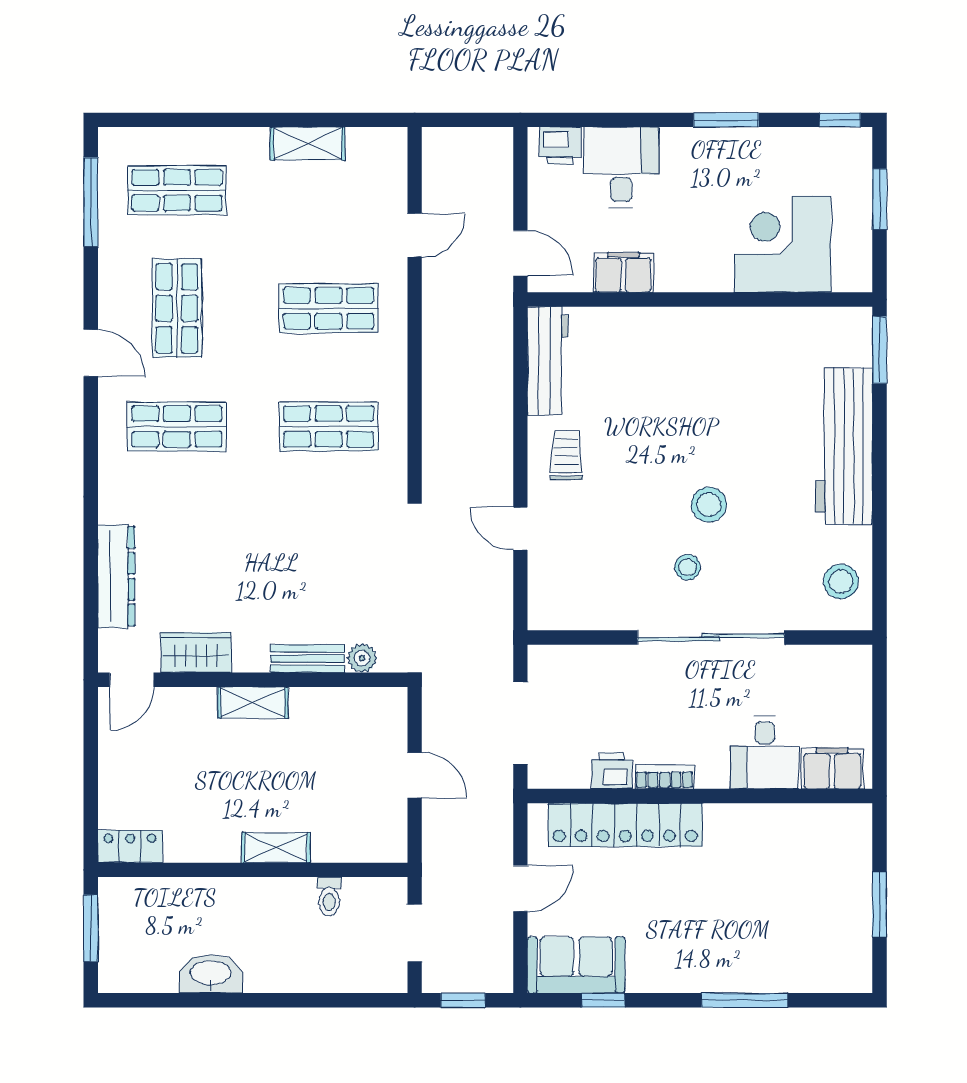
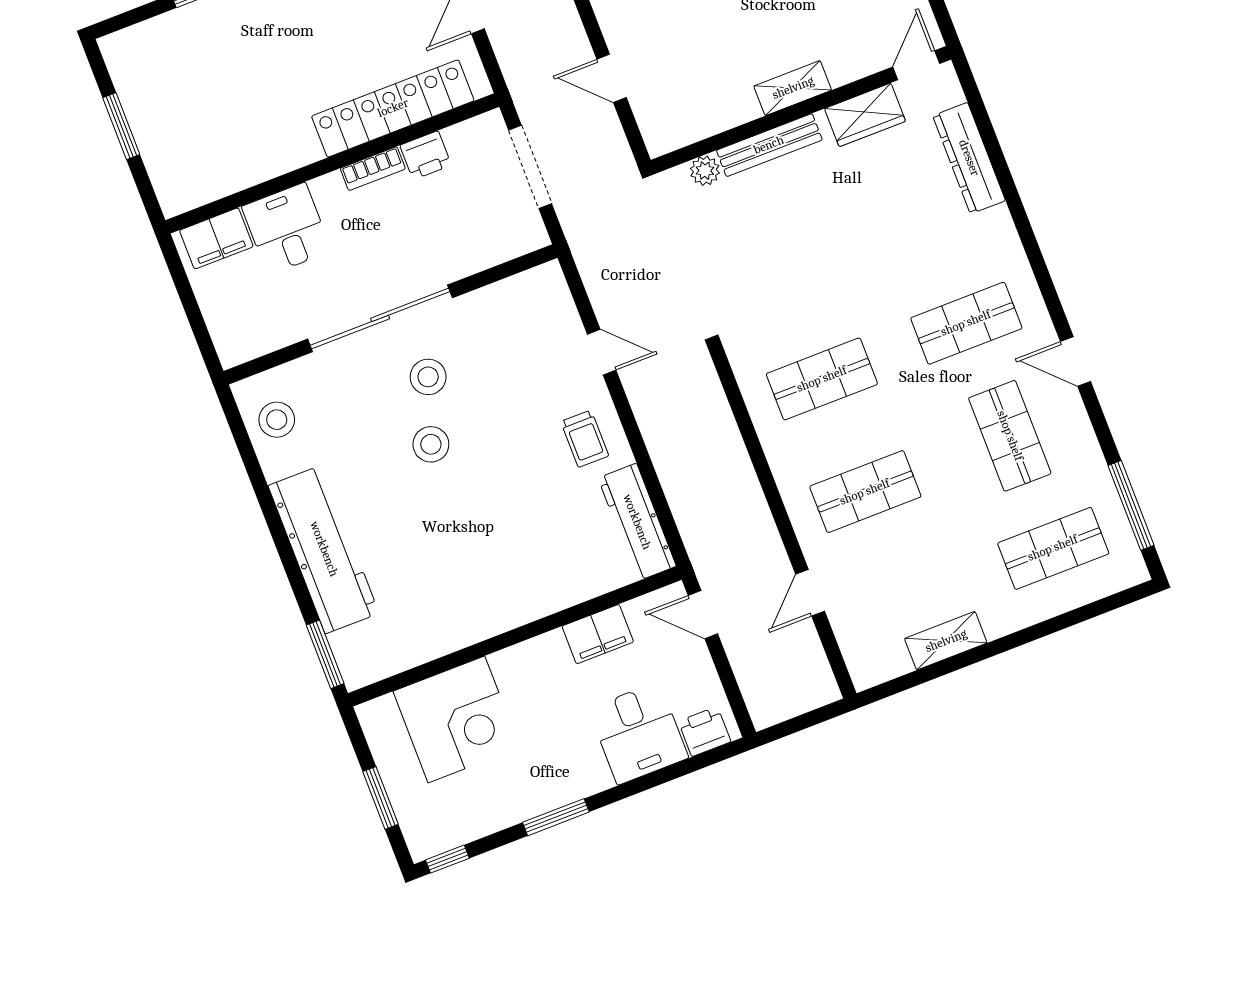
stool: (688, 567) -> (428, 377), width x1.37, depth x1.37
bench: (308, 659) -> (769, 145), width x1.36

